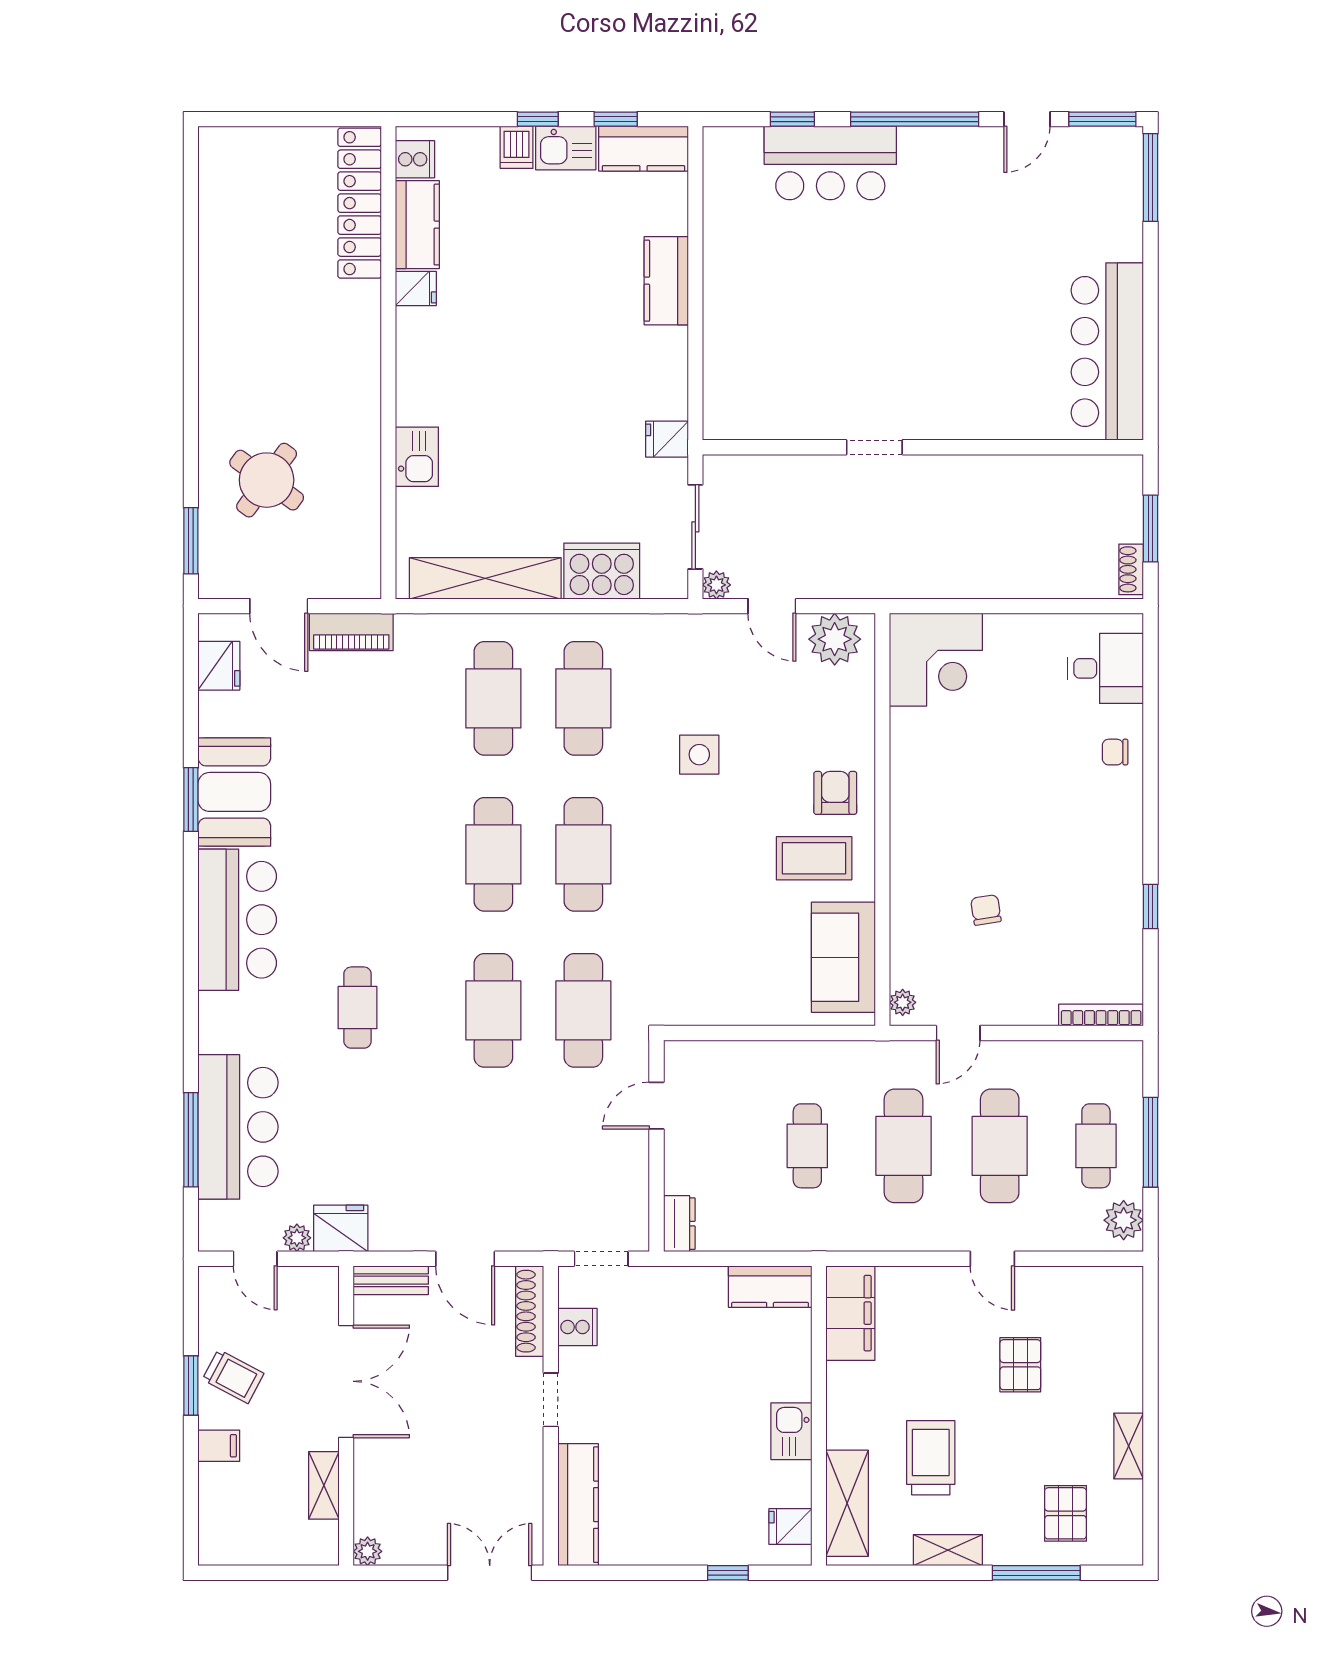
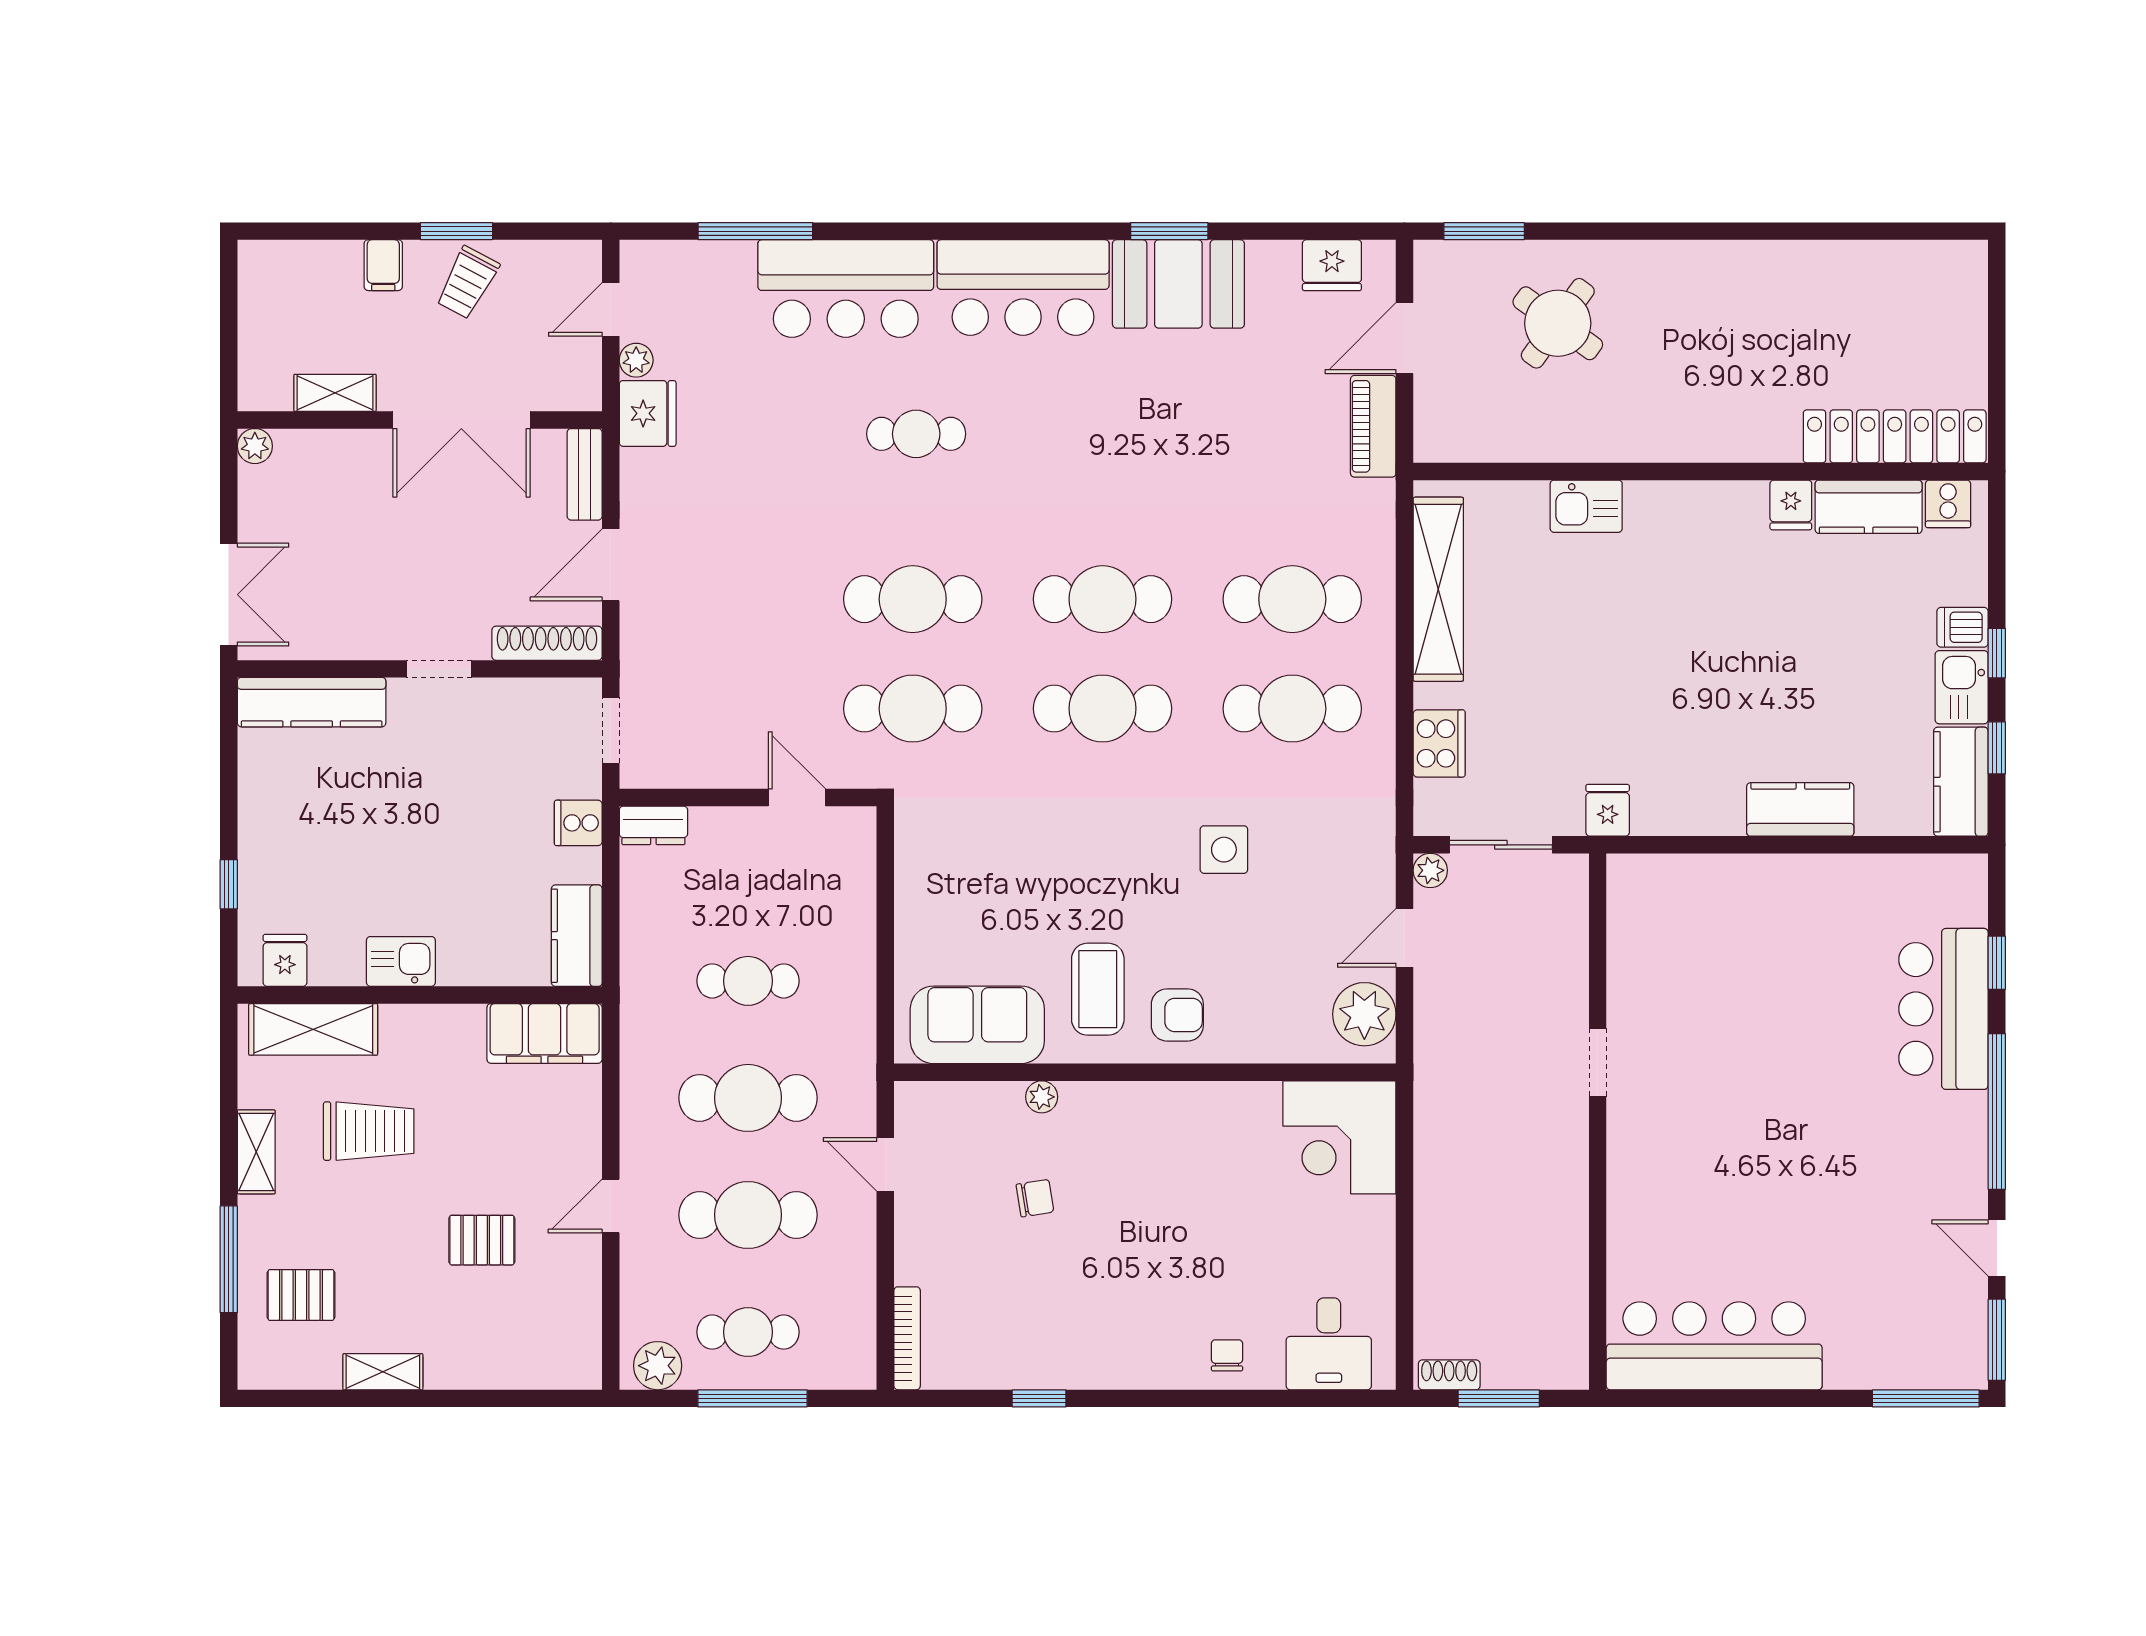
cooker: (602, 571) -> (1439, 743), width x0.73, depth x0.76
plant: (903, 1002) -> (1042, 1097), moved
bar counter: (238, 1127) -> (846, 289), moved
cooker: (577, 1327) -> (578, 823), moved, turned 90

